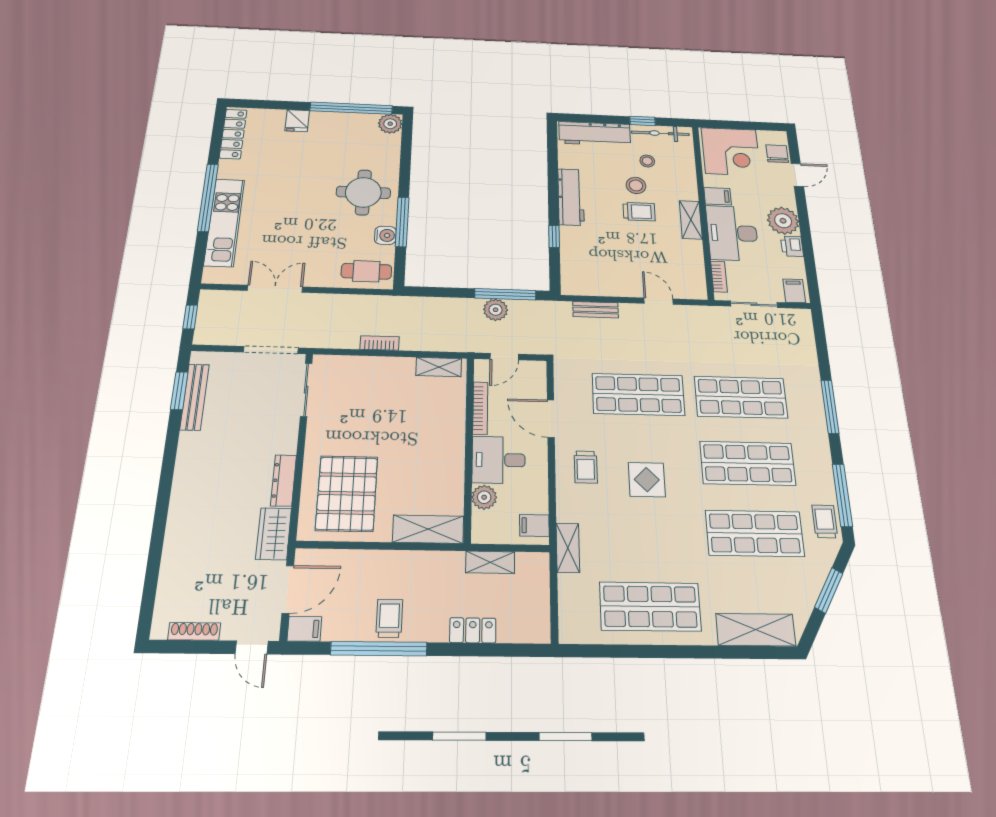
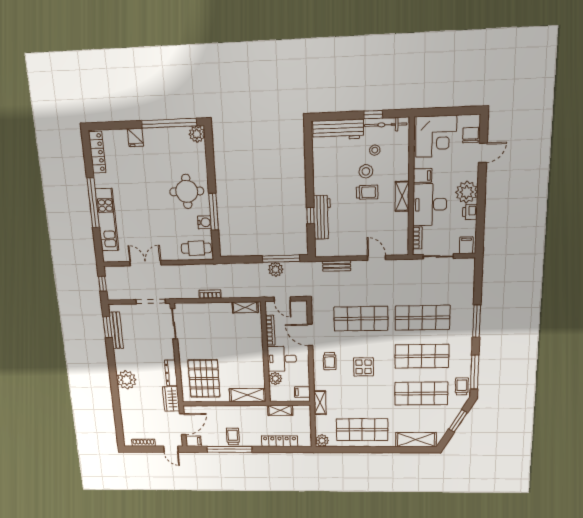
workbench: (571, 197) -> (322, 217), moved
door: (504, 357) -> (282, 299), hinge flipped
plant: (191, 492) -> (126, 380), added
locker: (473, 630) -> (280, 441), width x1.53
plant: (572, 630) -> (322, 441), added

